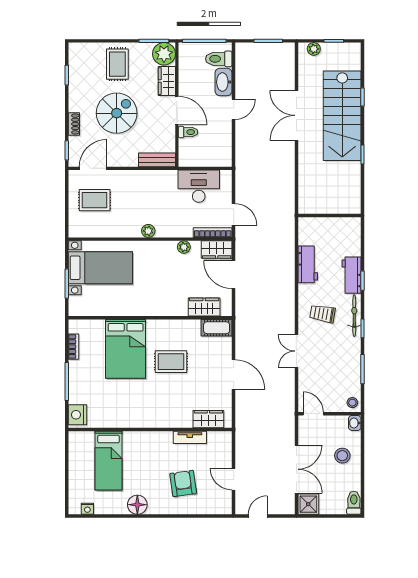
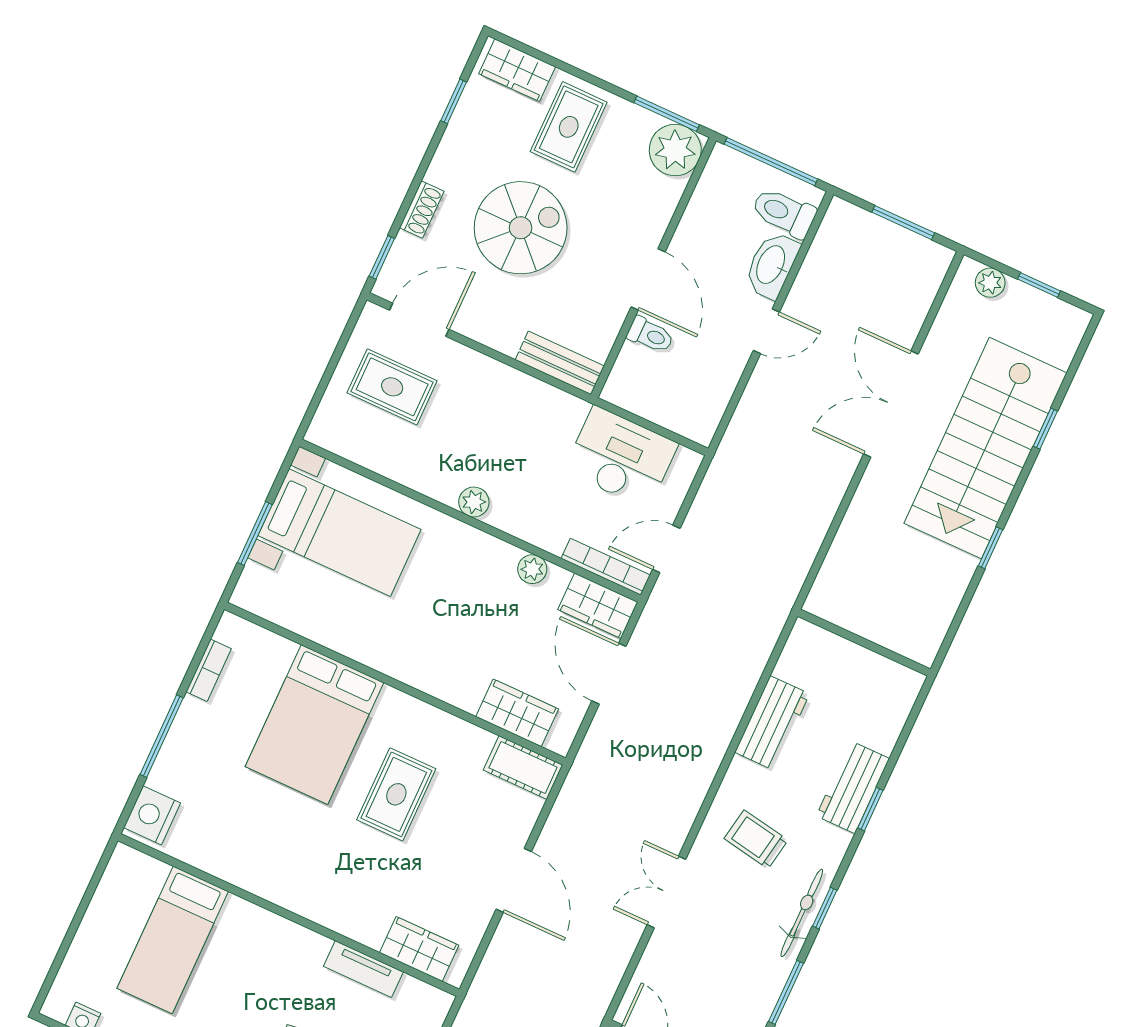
wardrobe: (167, 81) -> (517, 70), moved, turned -90
door: (234, 214) -> (666, 549), swing flipped
bicycle: (354, 316) -> (802, 913), moved
rug: (171, 362) -> (396, 794), turned 90

